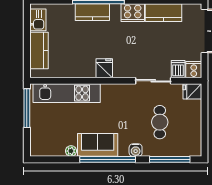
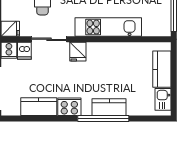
fridge: (104, 68) -> (78, 52), moved
kitchen unit: (67, 93) -> (108, 27), moved

